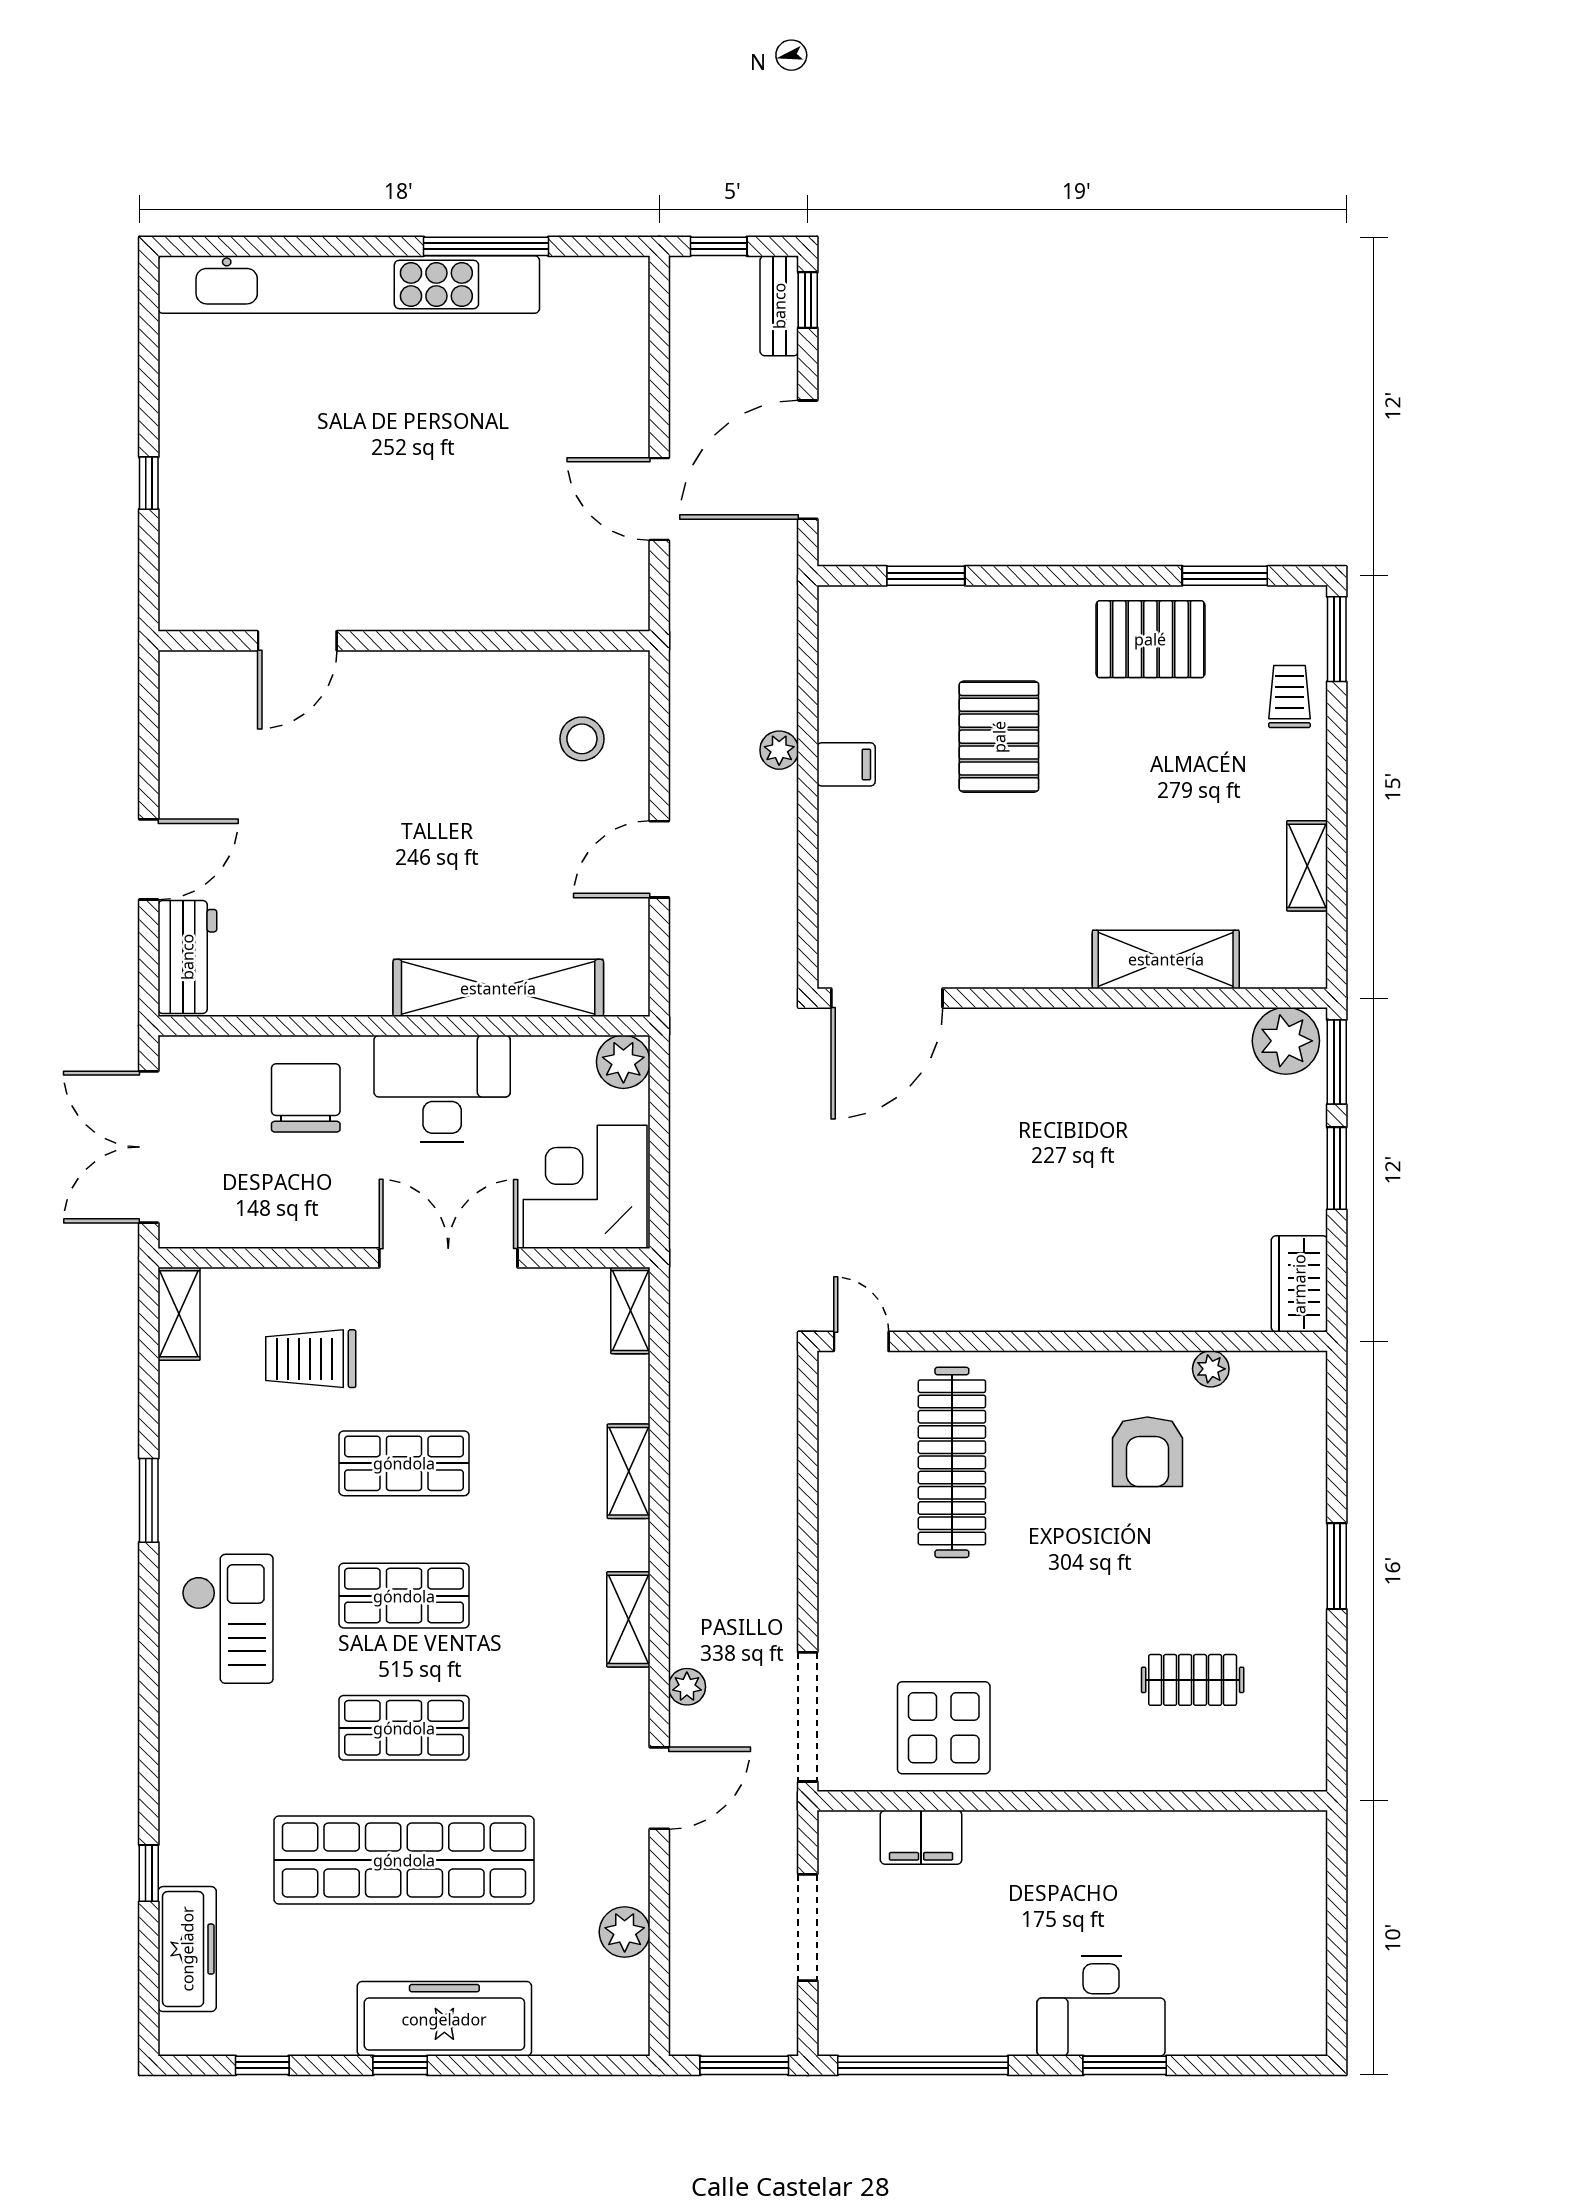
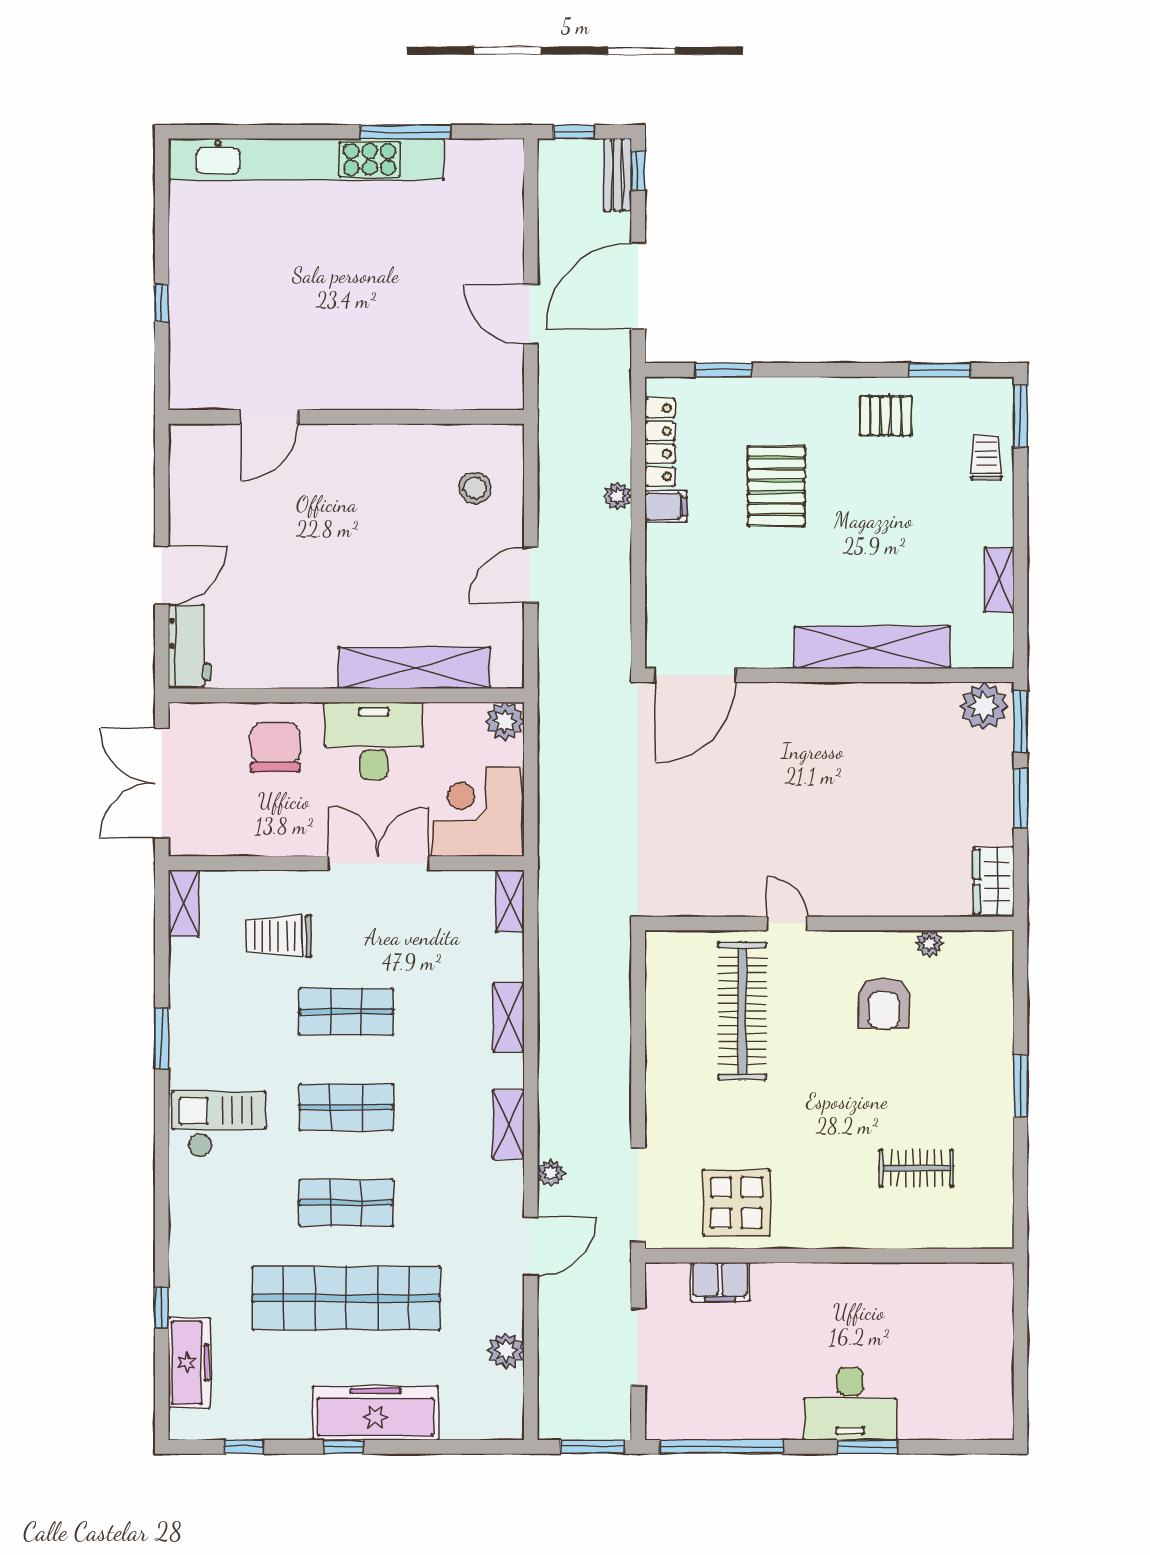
pallet: (1150, 639) -> (886, 416), width x0.67, depth x0.71
locker: (838, 676) -> (660, 442), added
shelving: (1166, 959) -> (872, 647), width x1.47
door: (861, 1341) -> (787, 923), moved
checkout: (228, 1619) -> (219, 1124), turned -90

